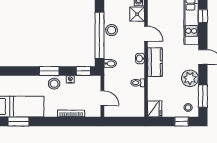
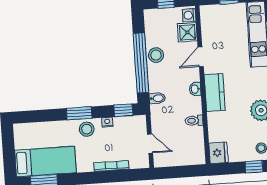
door: (146, 34) -> (201, 57), swing flipped

